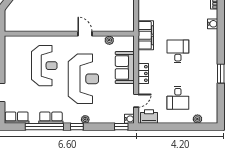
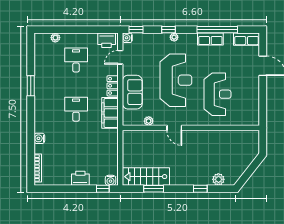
filing cabinet: (146, 35) -> (110, 113), moved
desk: (178, 51) -> (76, 109), turned 180
reception desk: (44, 66) -> (217, 94), turned 180
reception desk: (83, 79) -> (176, 80), turned 180
window: (77, 127) -> (169, 30), moved

